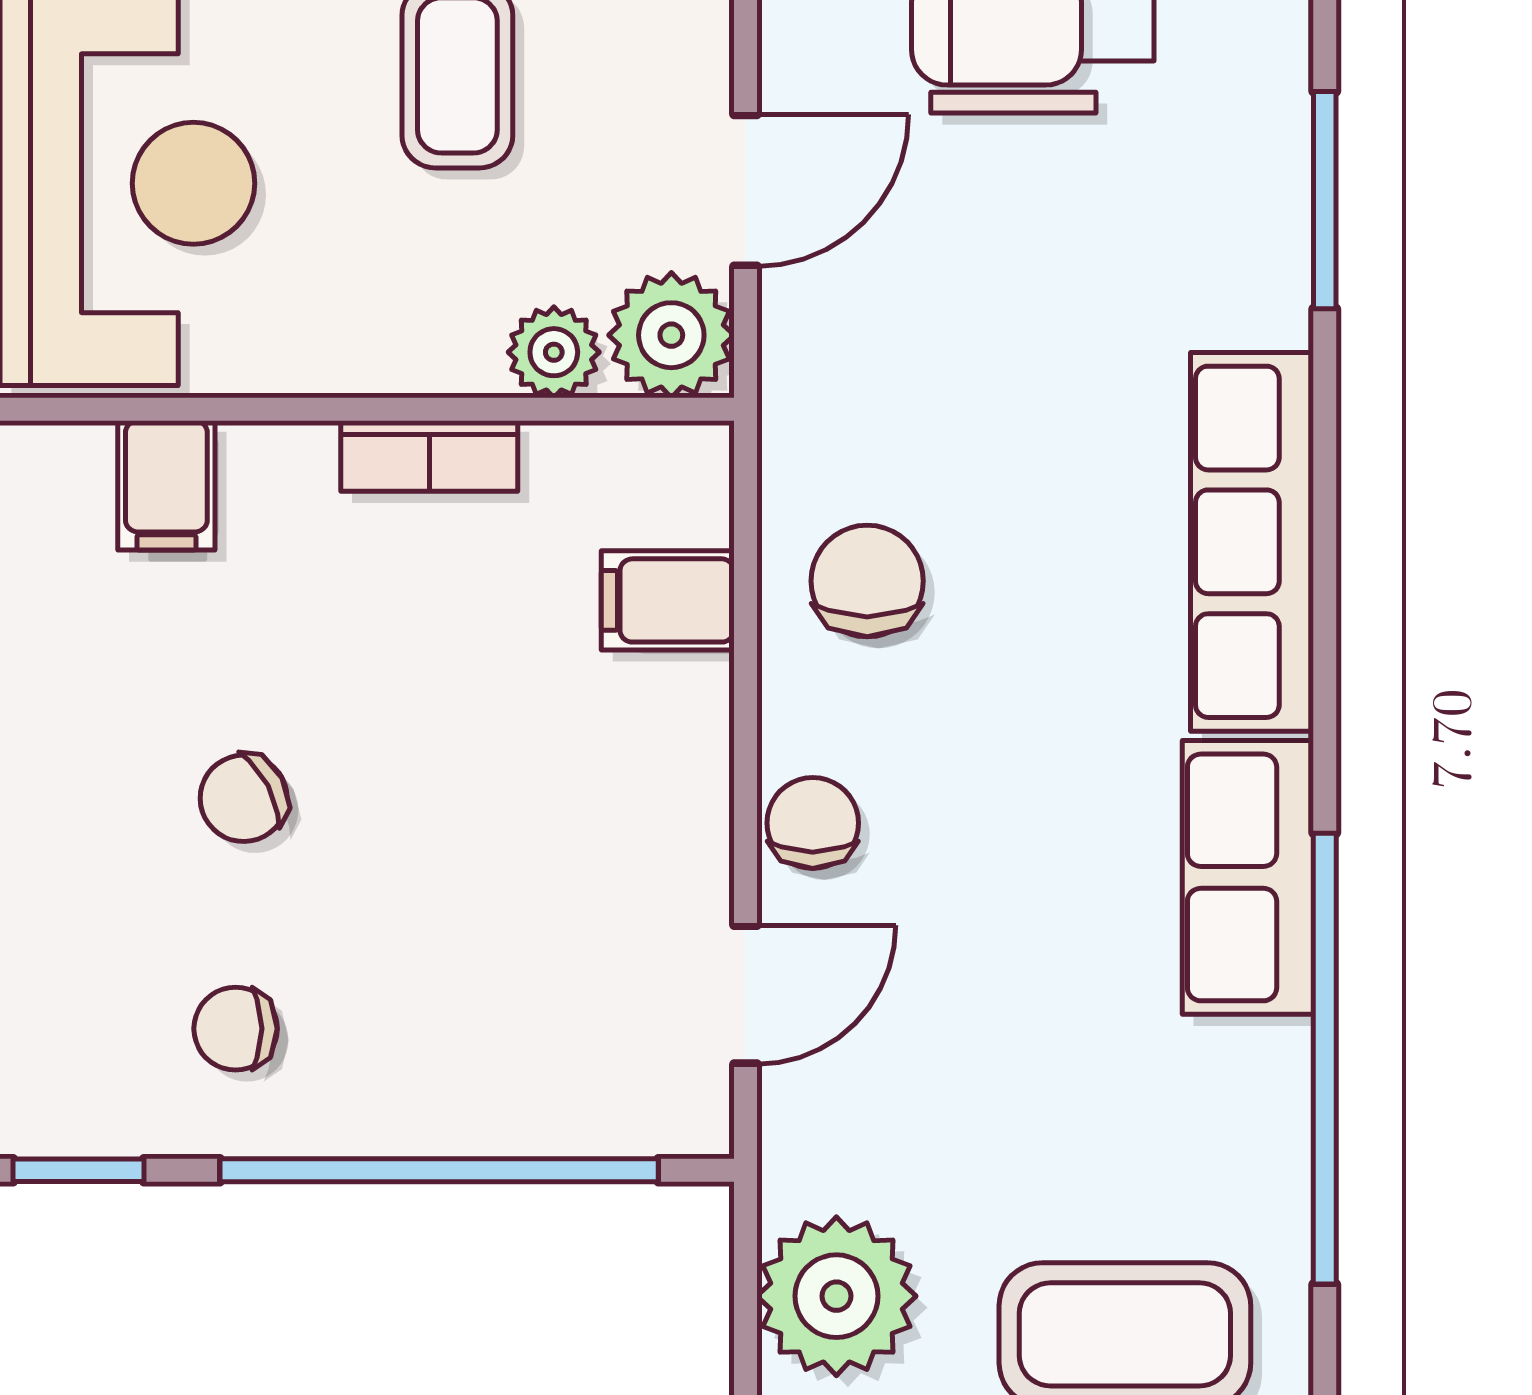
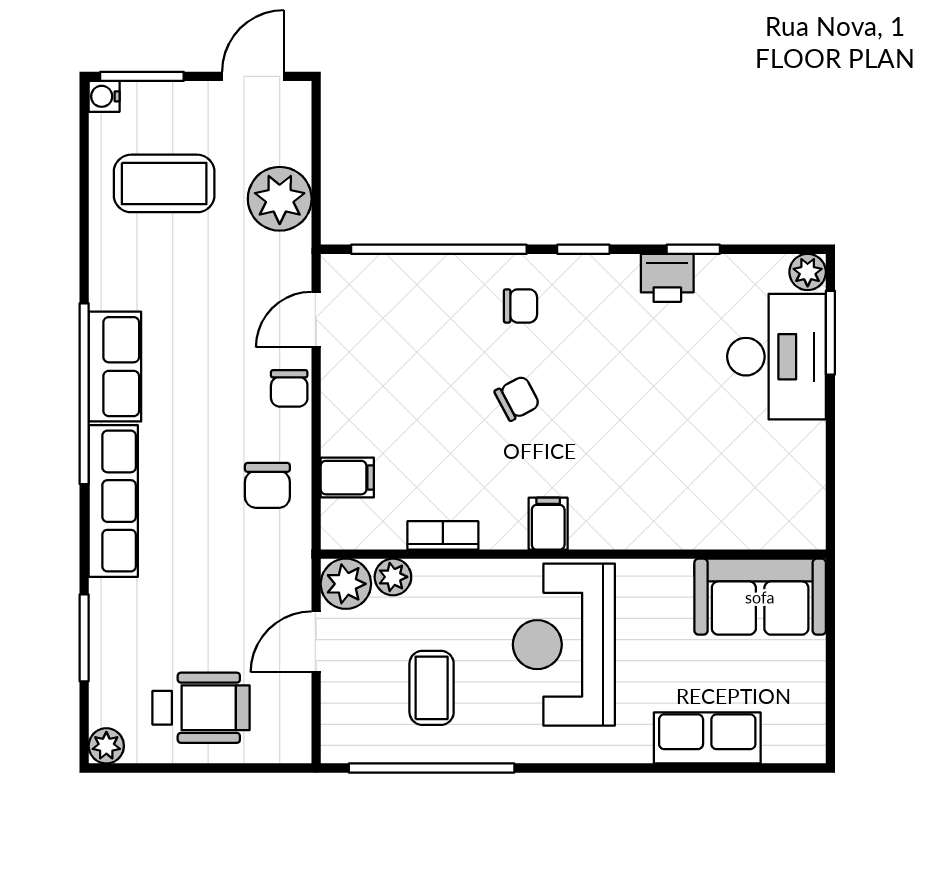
window: (1325, 1059) -> (84, 394), moved

